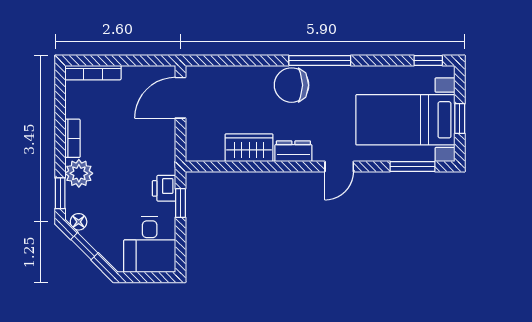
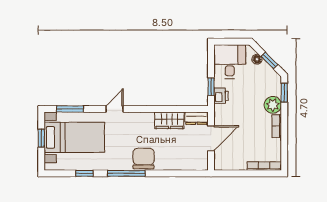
window: (428, 61) -> (84, 173), moved
chair: (292, 85) -> (143, 159), turned -90
door: (180, 98) -> (211, 138), moved
dresser: (293, 151) -> (196, 118), moved
floor lamp: (79, 222) -> (257, 59), moved

